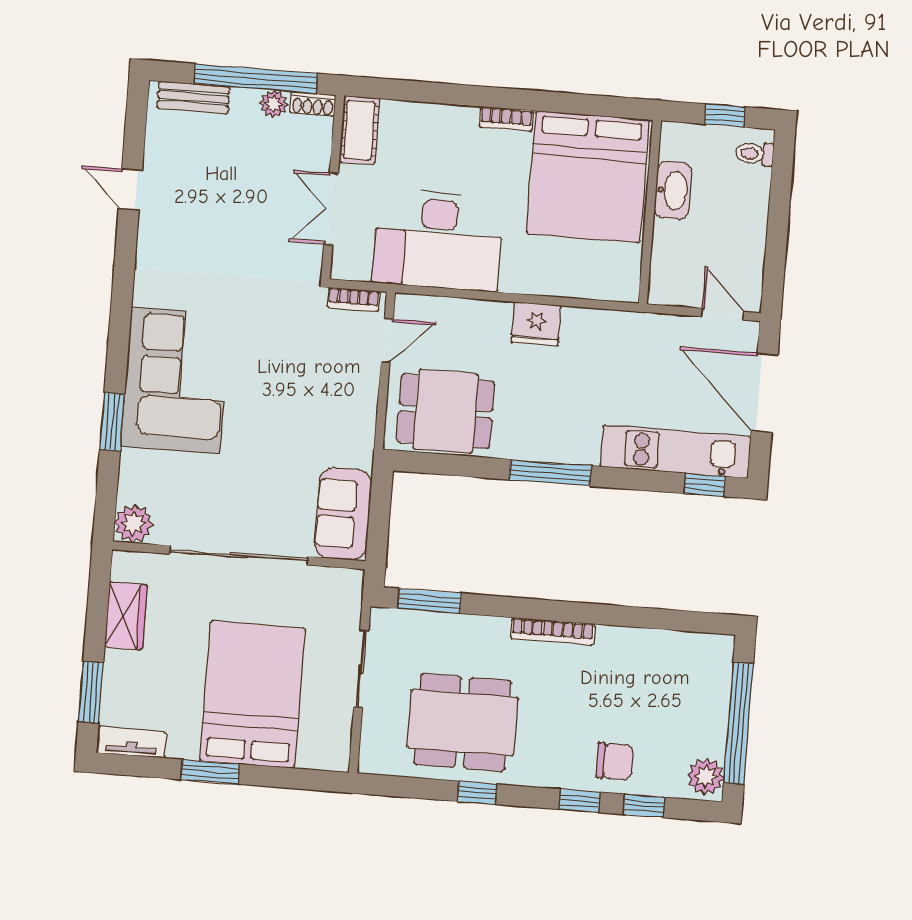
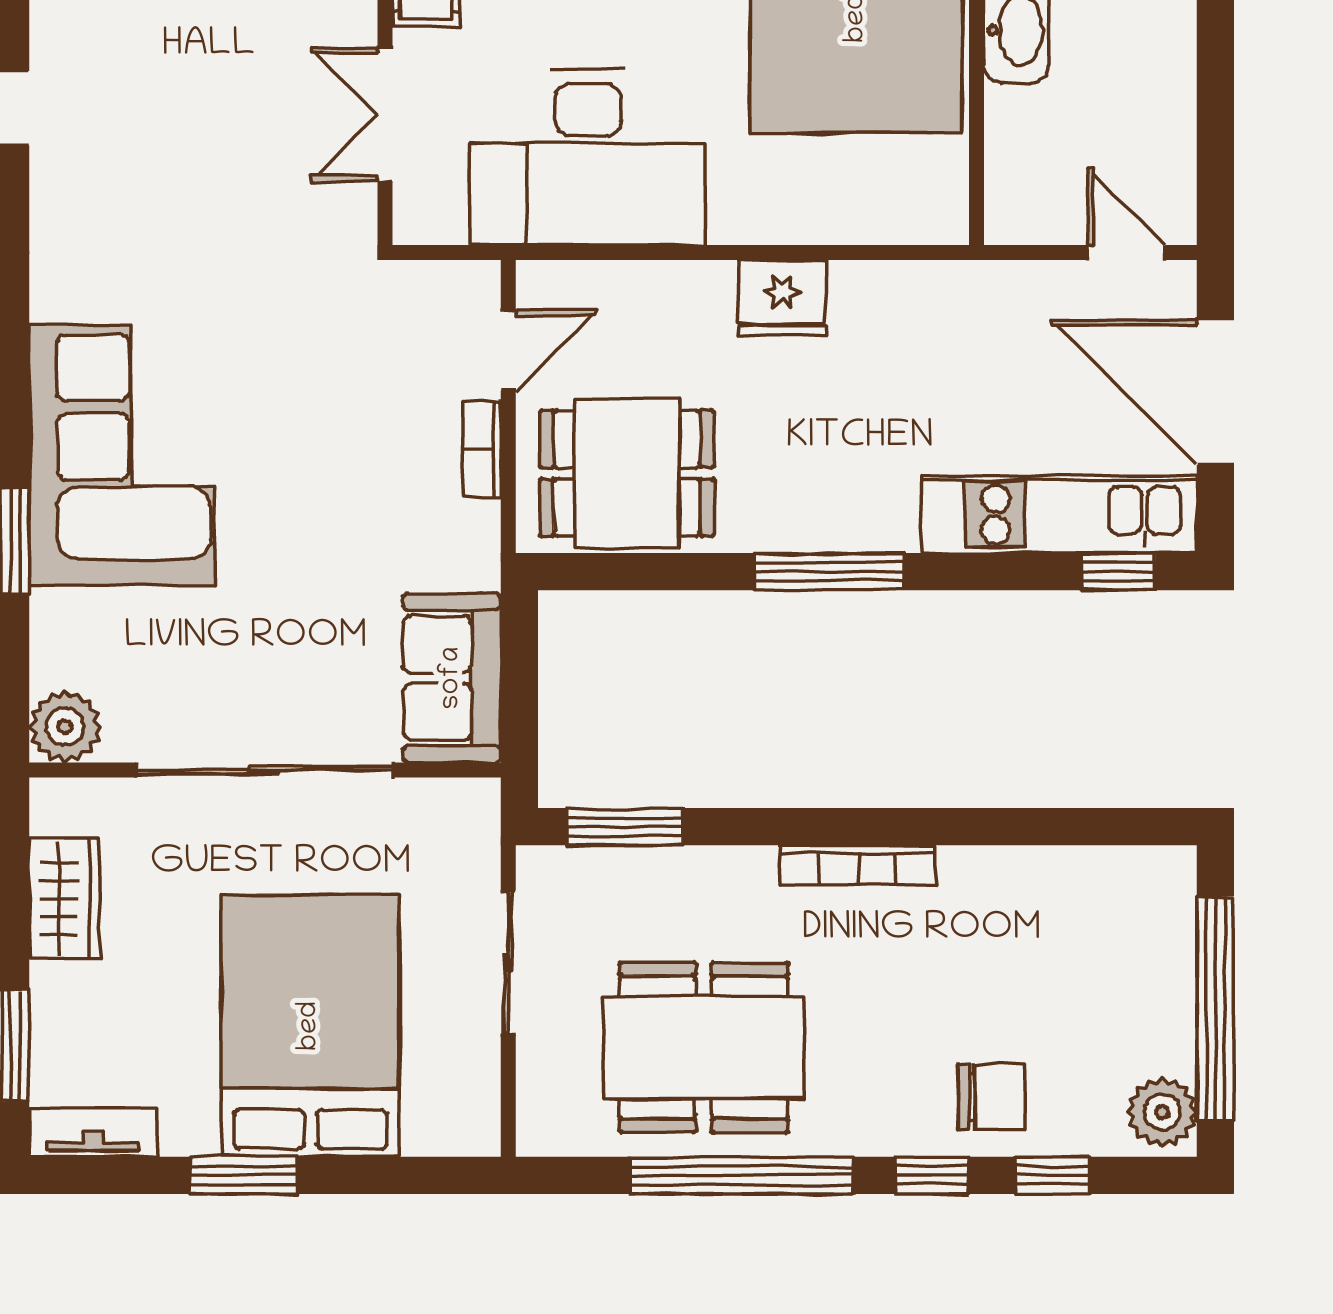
bookcase: (354, 299) -> (482, 449), moved, turned 90
window: (477, 793) -> (741, 1175), width x3.17

